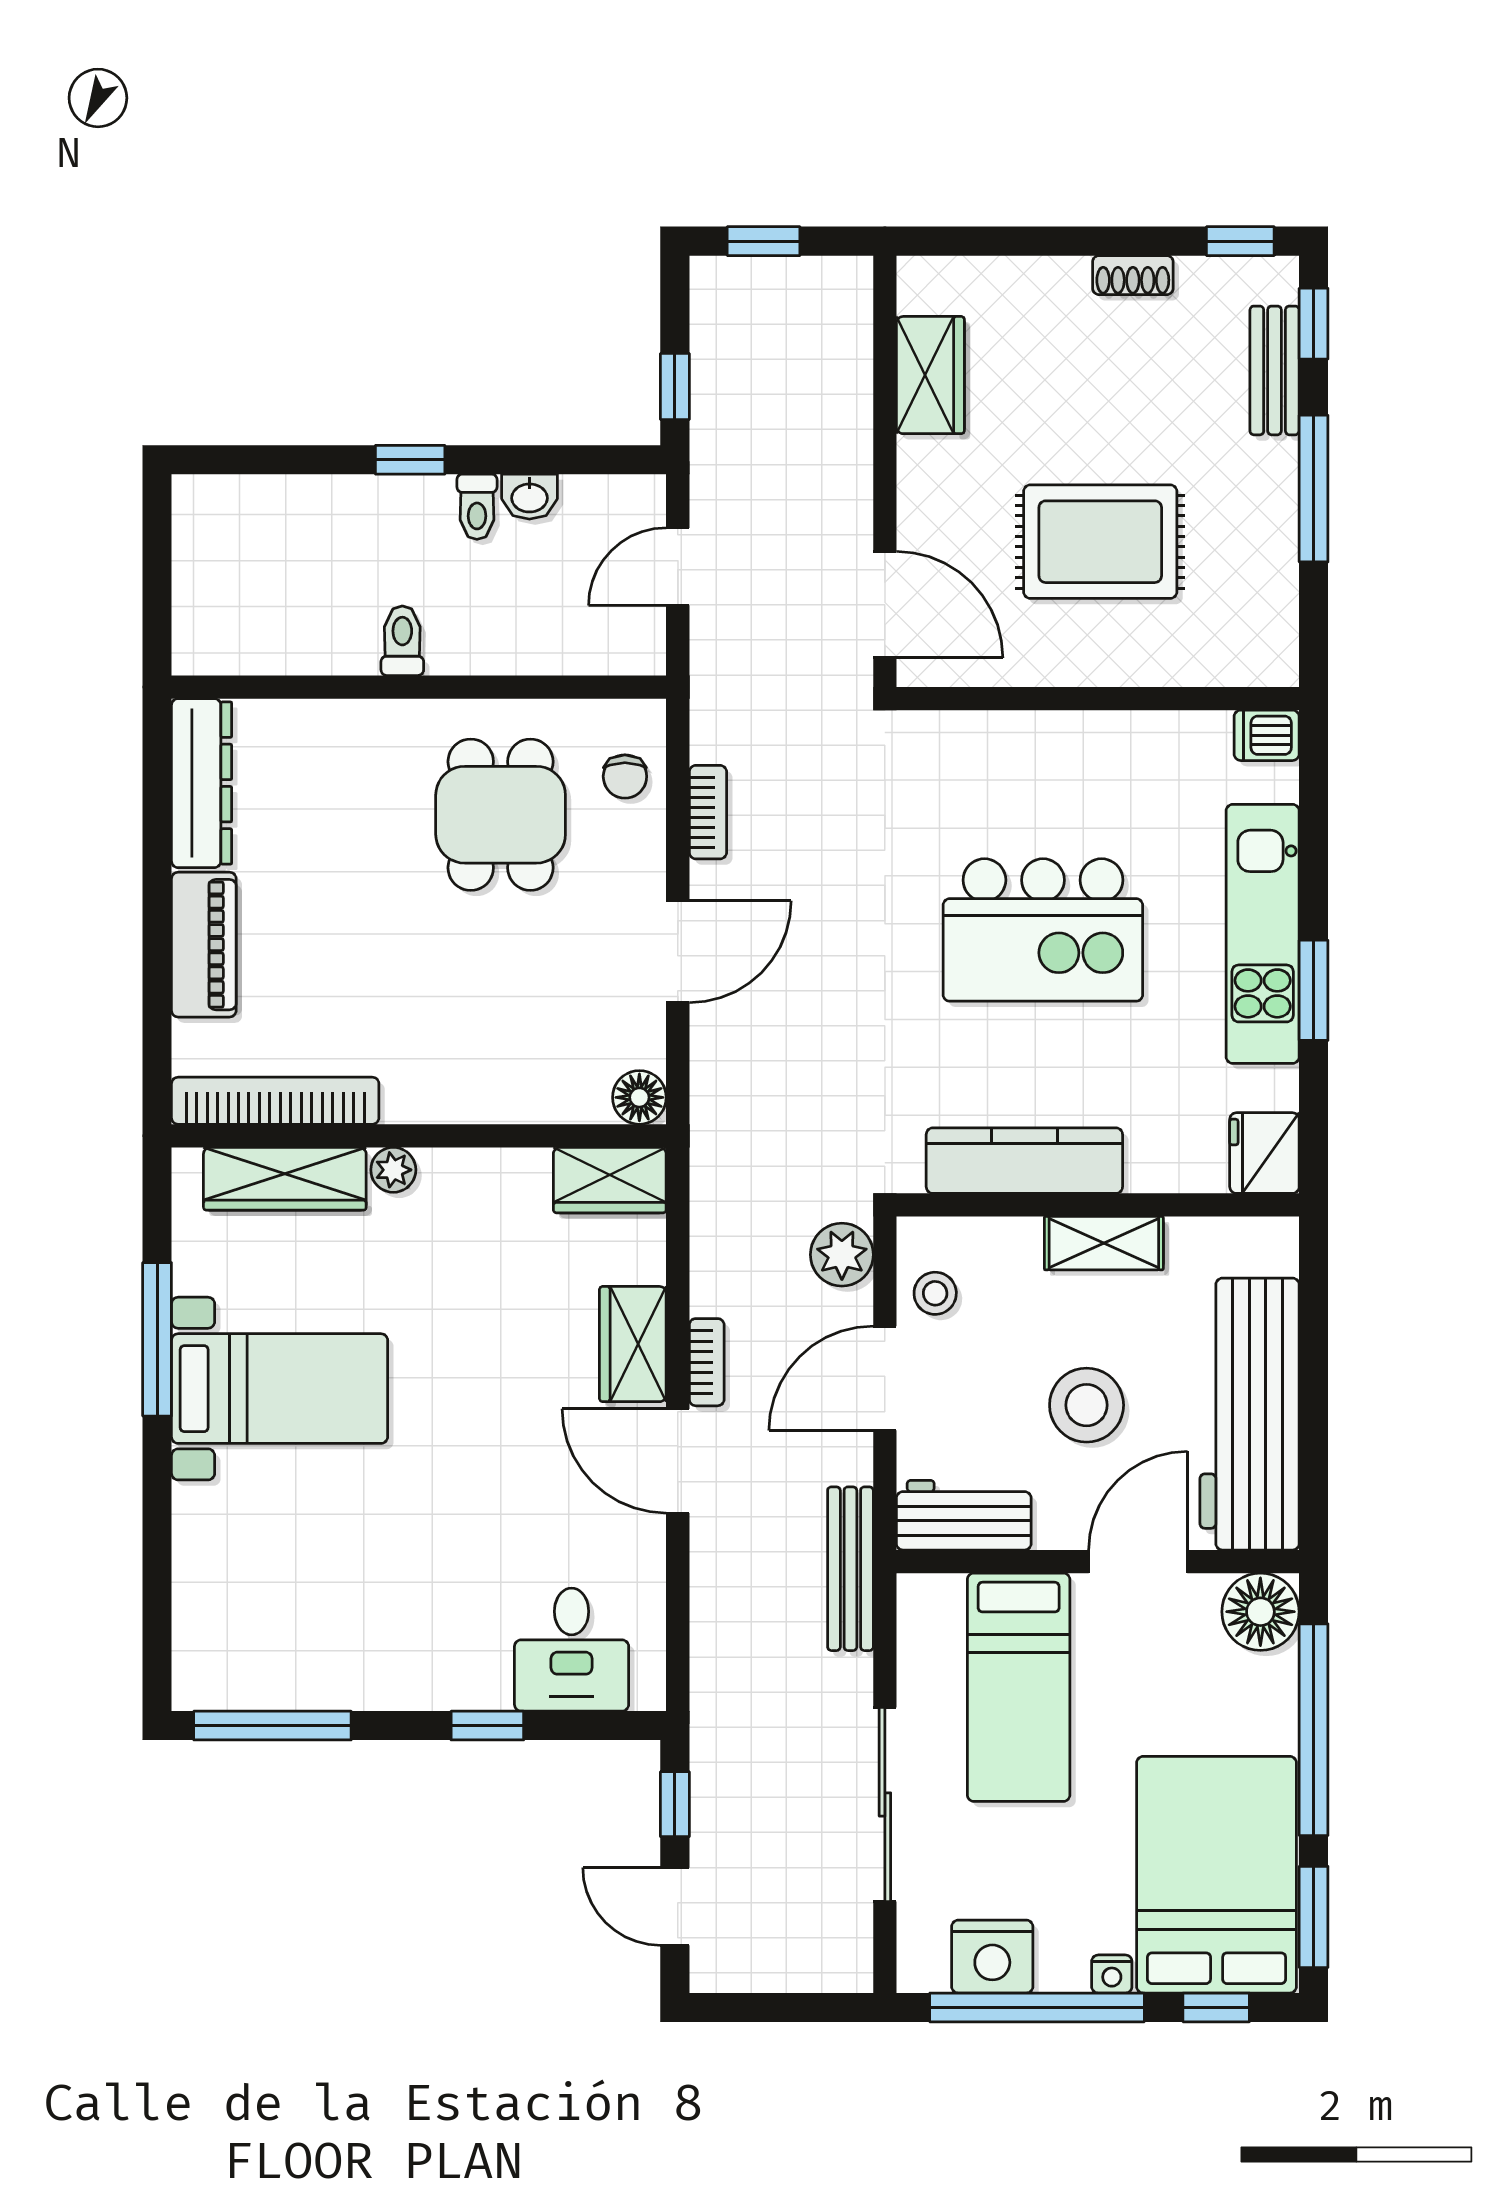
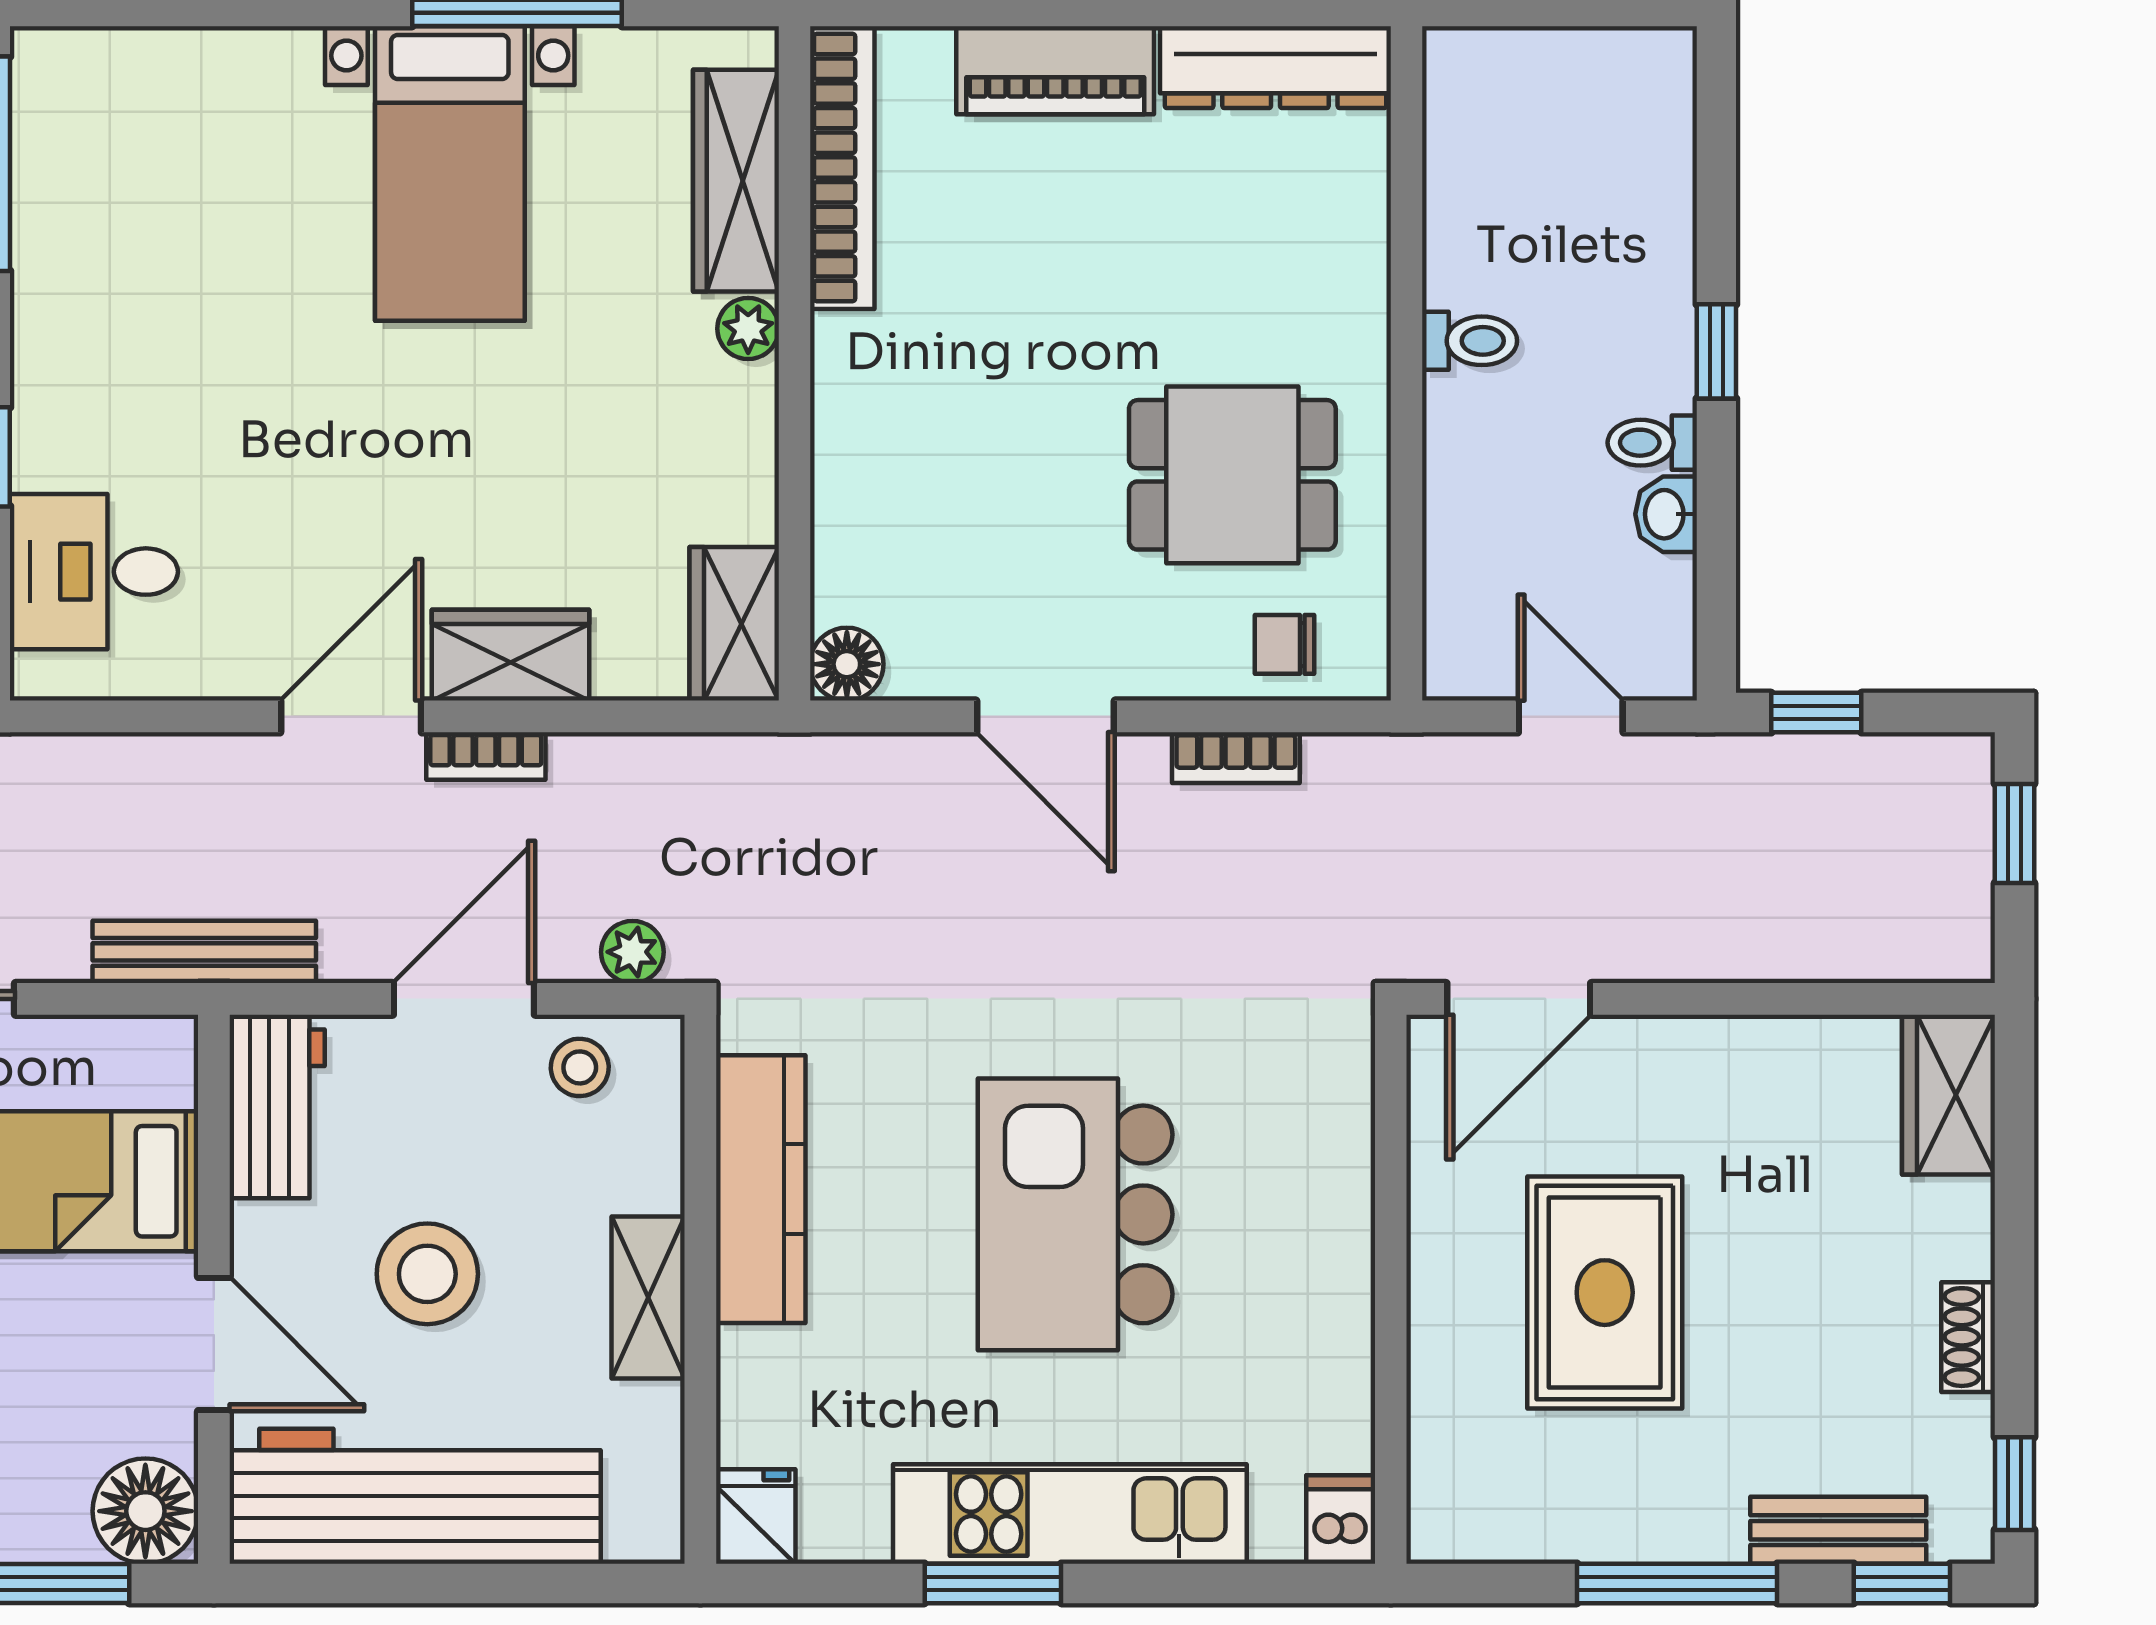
wardrobe: (930, 375) -> (1949, 1095), moved, turned 90
fridge: (1264, 1153) -> (756, 1516), width x0.72
plant: (842, 1255) -> (632, 952), width x0.73, depth x0.73
door: (885, 1378) -> (464, 999), hinge flipped

